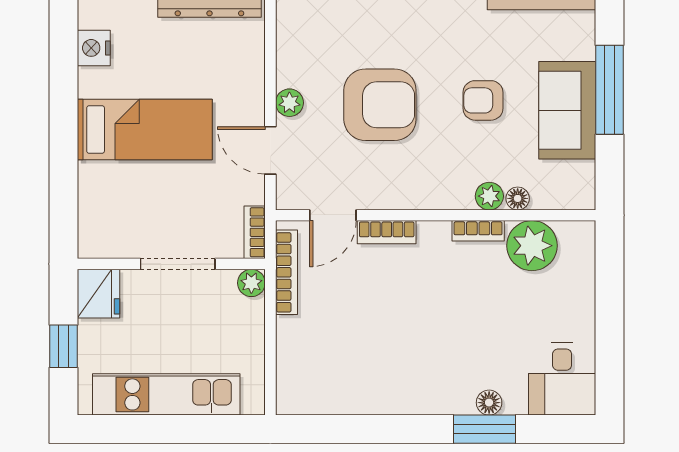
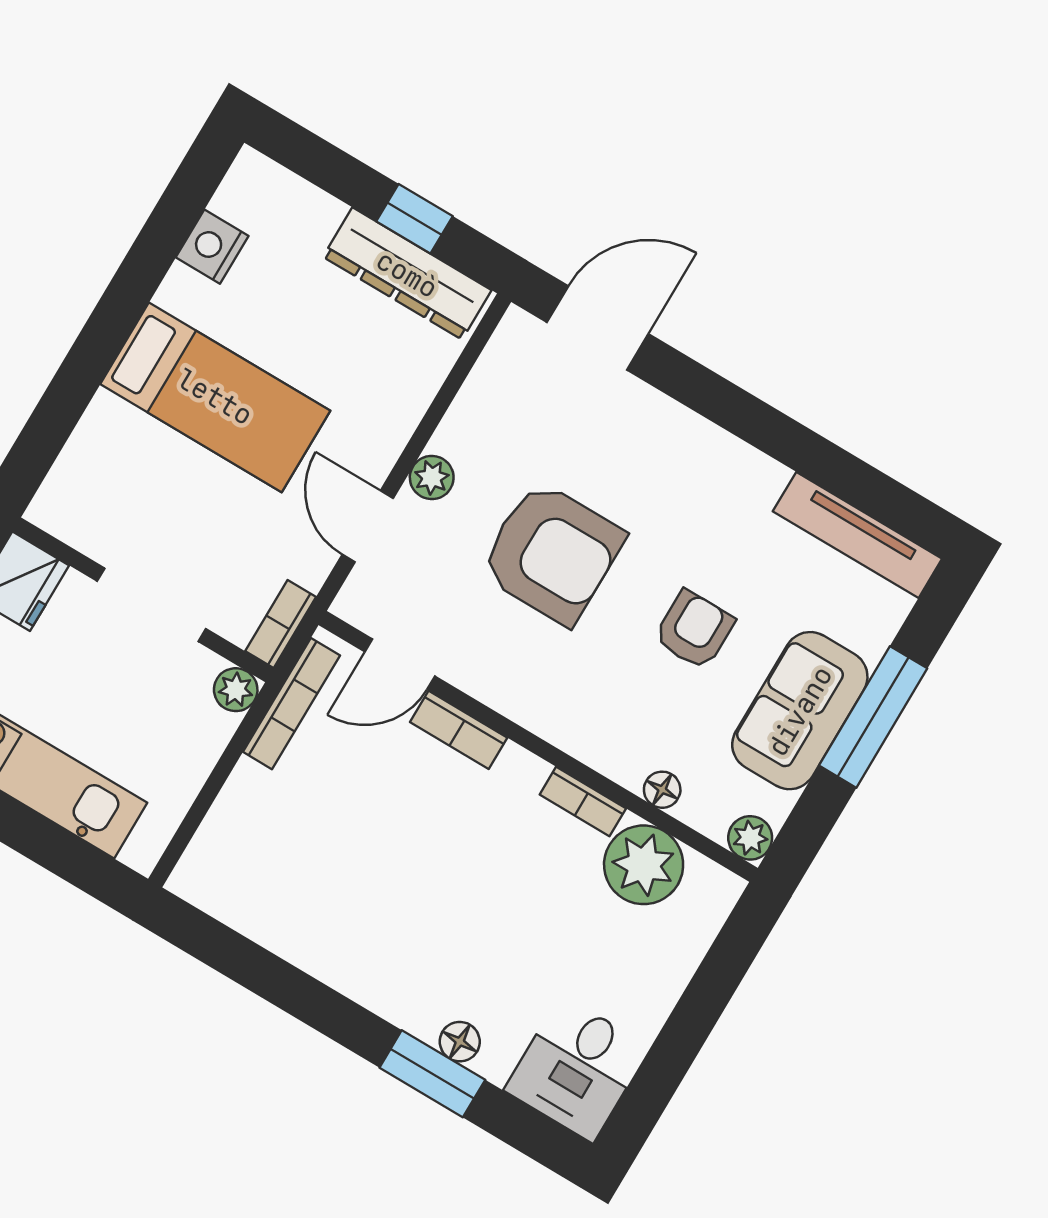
armchair: (483, 100) -> (694, 630), turned 90
plant: (489, 196) -> (750, 838), moved

